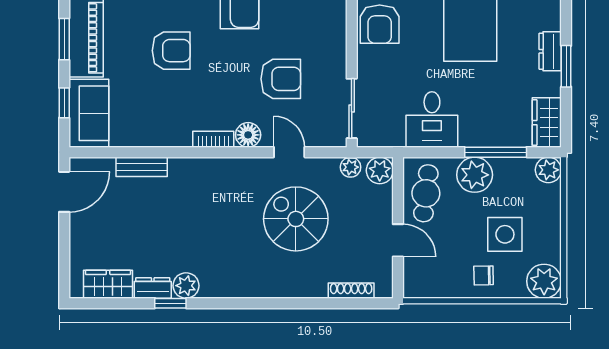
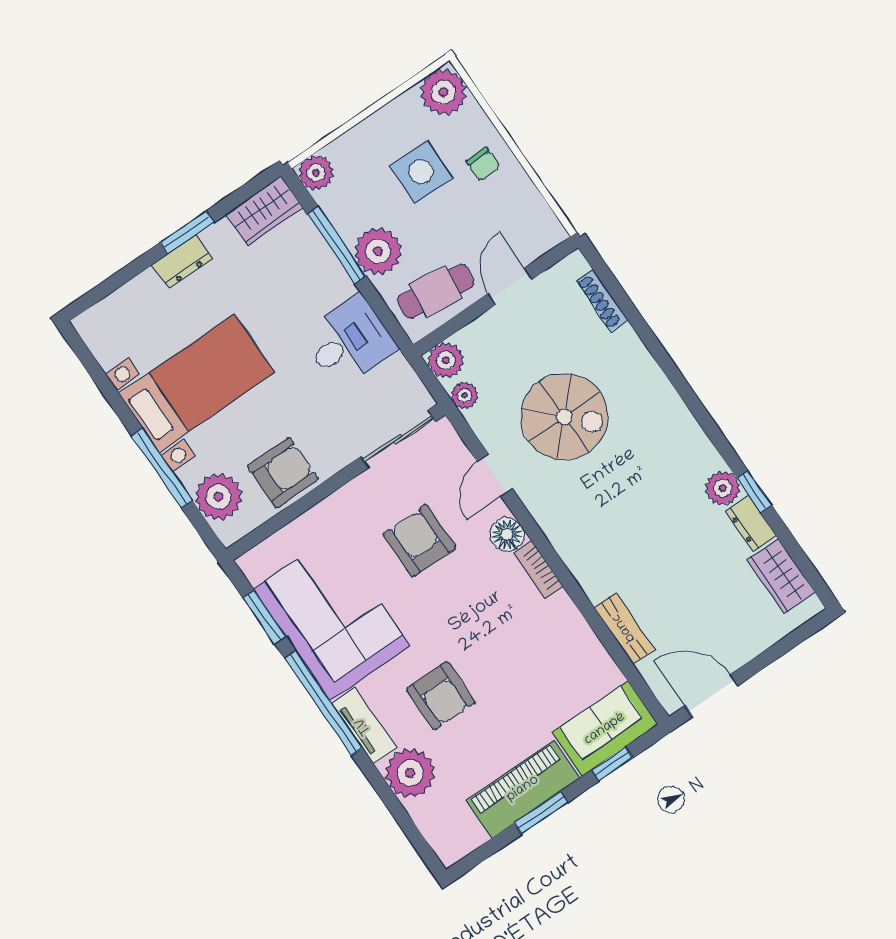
armchair: (171, 51) -> (441, 696), moved, turned 180
spiral stairs: (296, 219) -> (564, 417), turned -90

